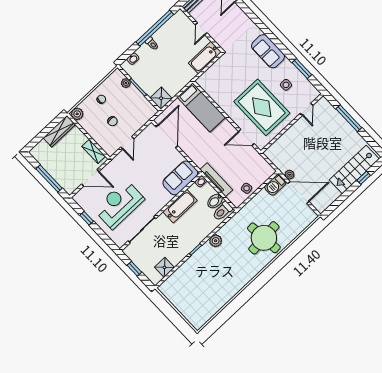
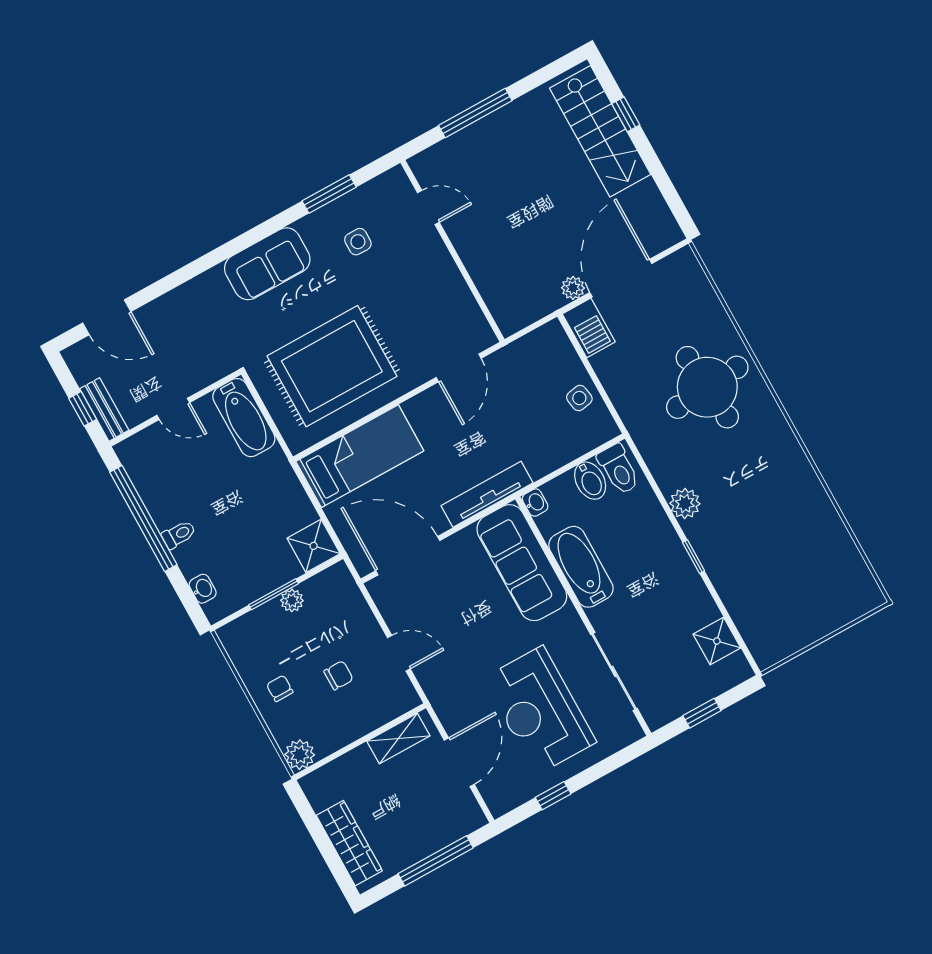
plant: (126, 83) -> (292, 600), moved
rug: (262, 107) -> (332, 366), moved
wardrobe: (59, 131) -> (349, 843), moved
sofa: (180, 178) -> (522, 563), width x1.36
tv unit: (216, 180) -> (487, 494), moved

